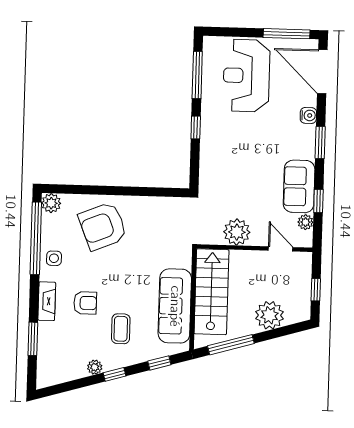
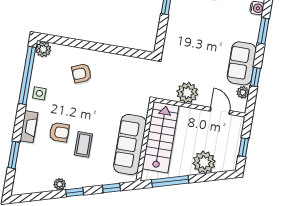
armchair: (103, 226) -> (82, 73), width x0.53, depth x0.53
coffee table: (121, 329) -> (83, 144), moved

